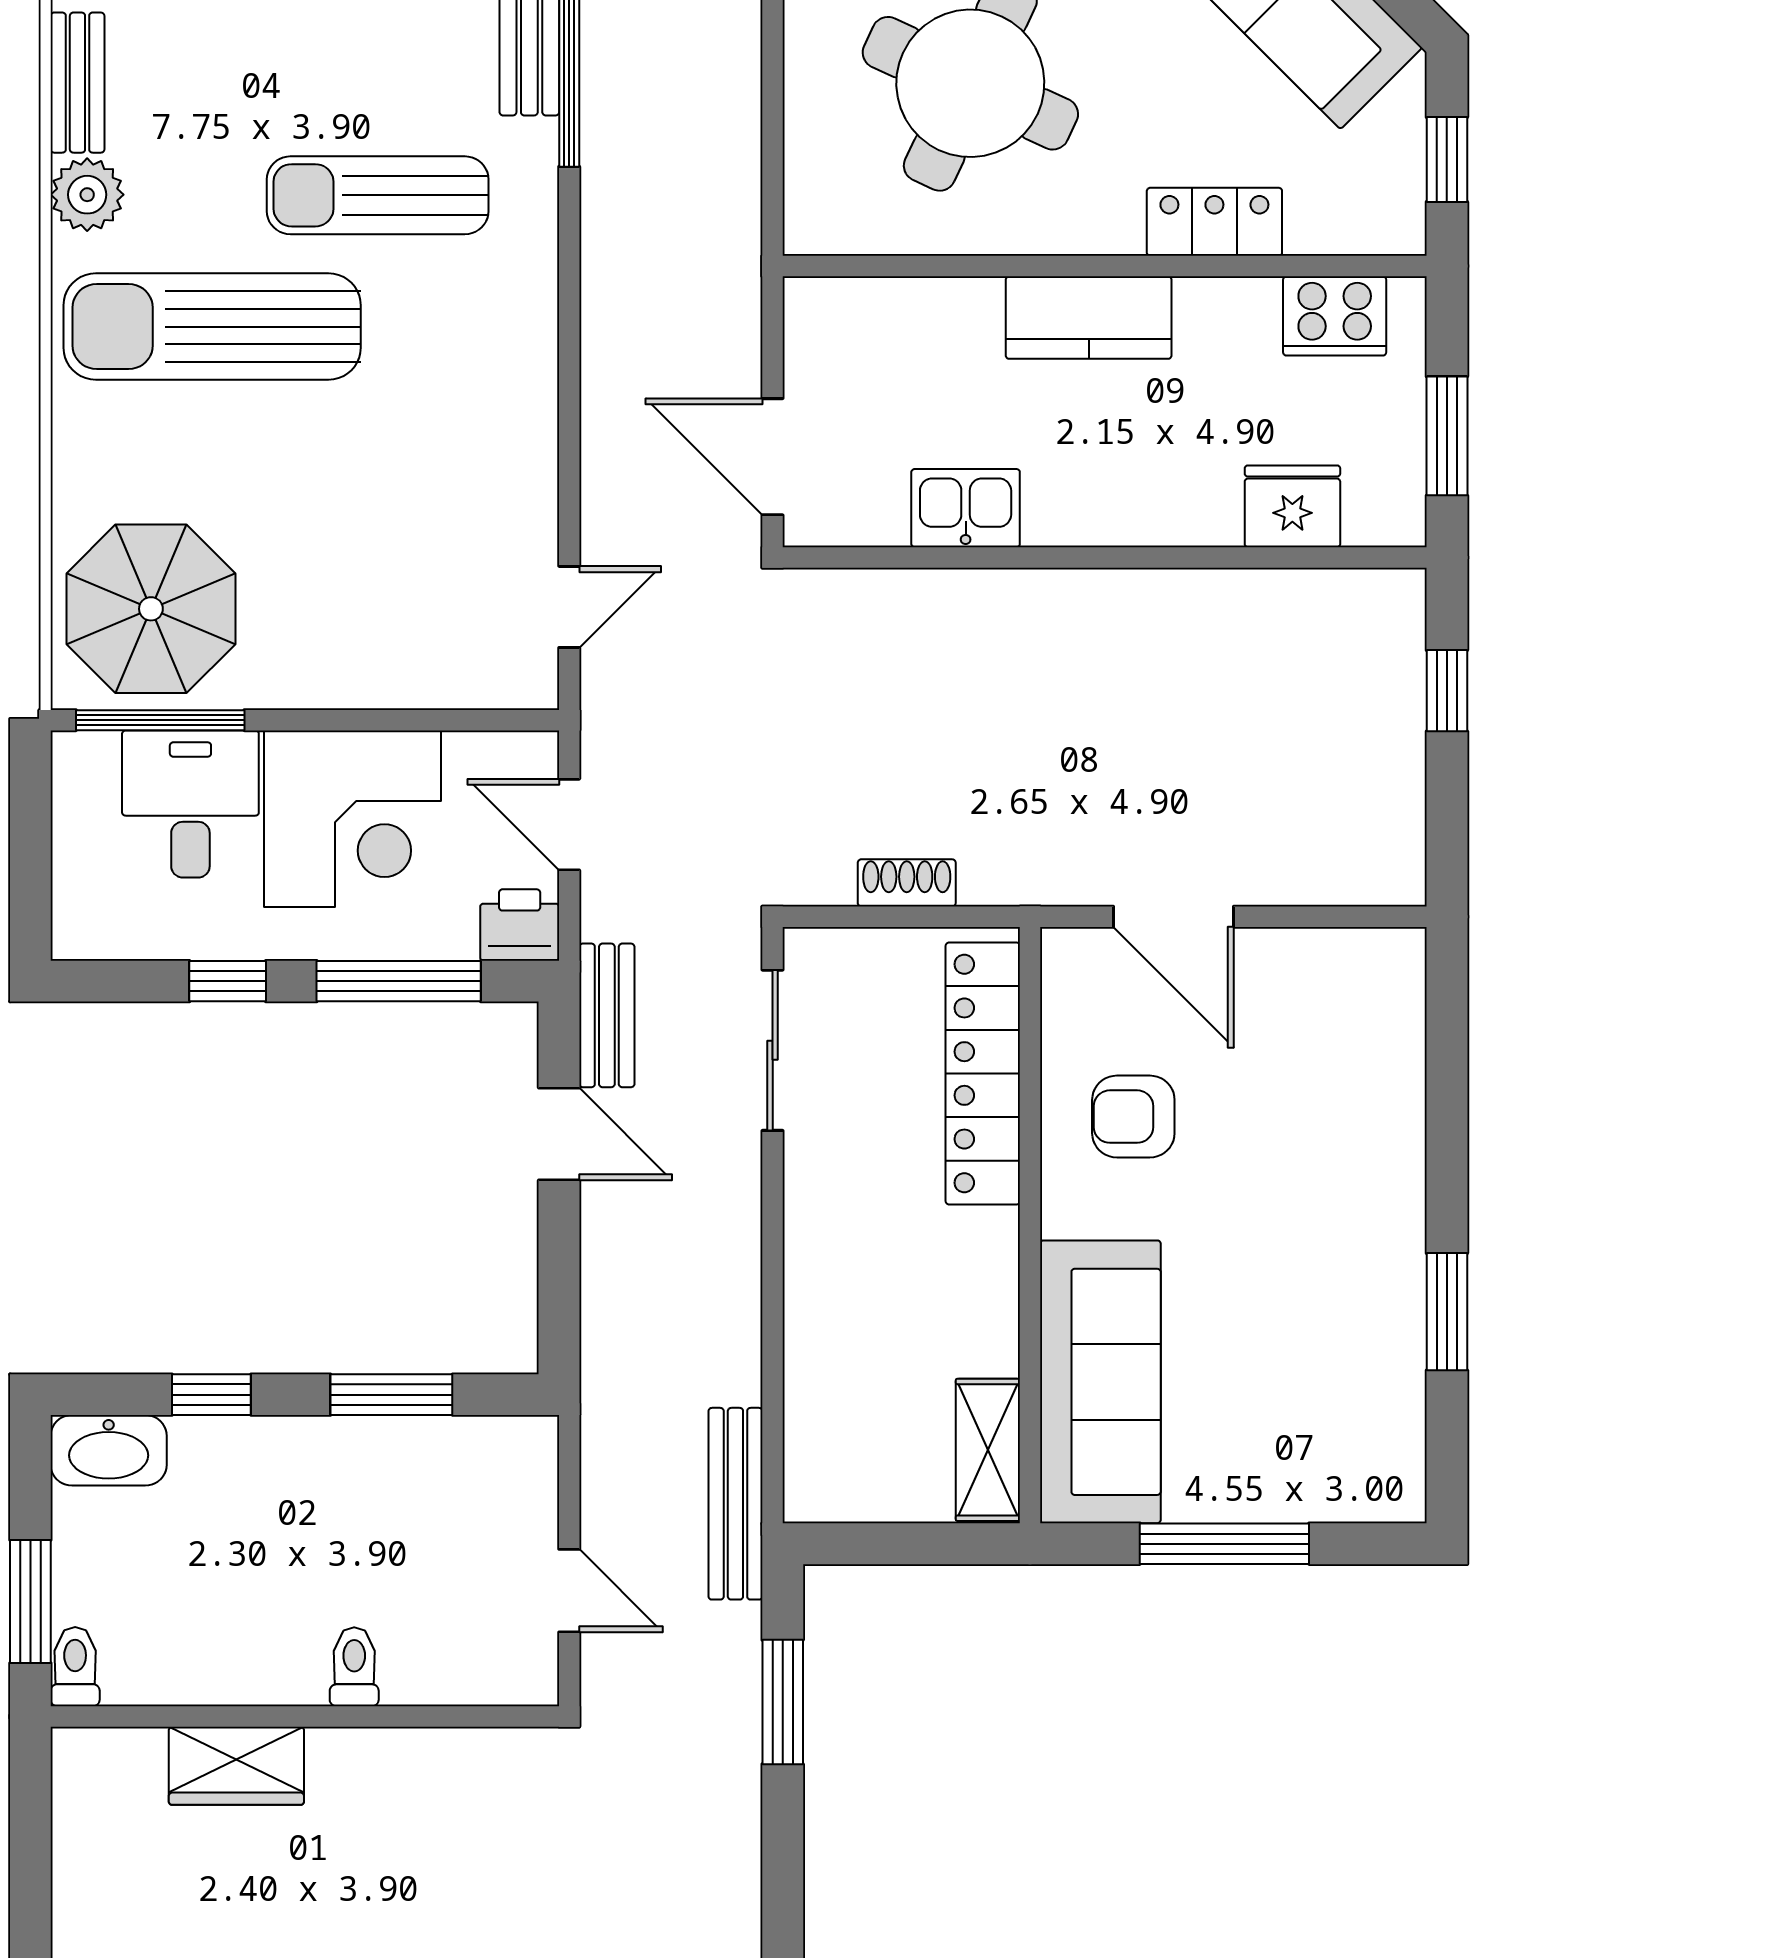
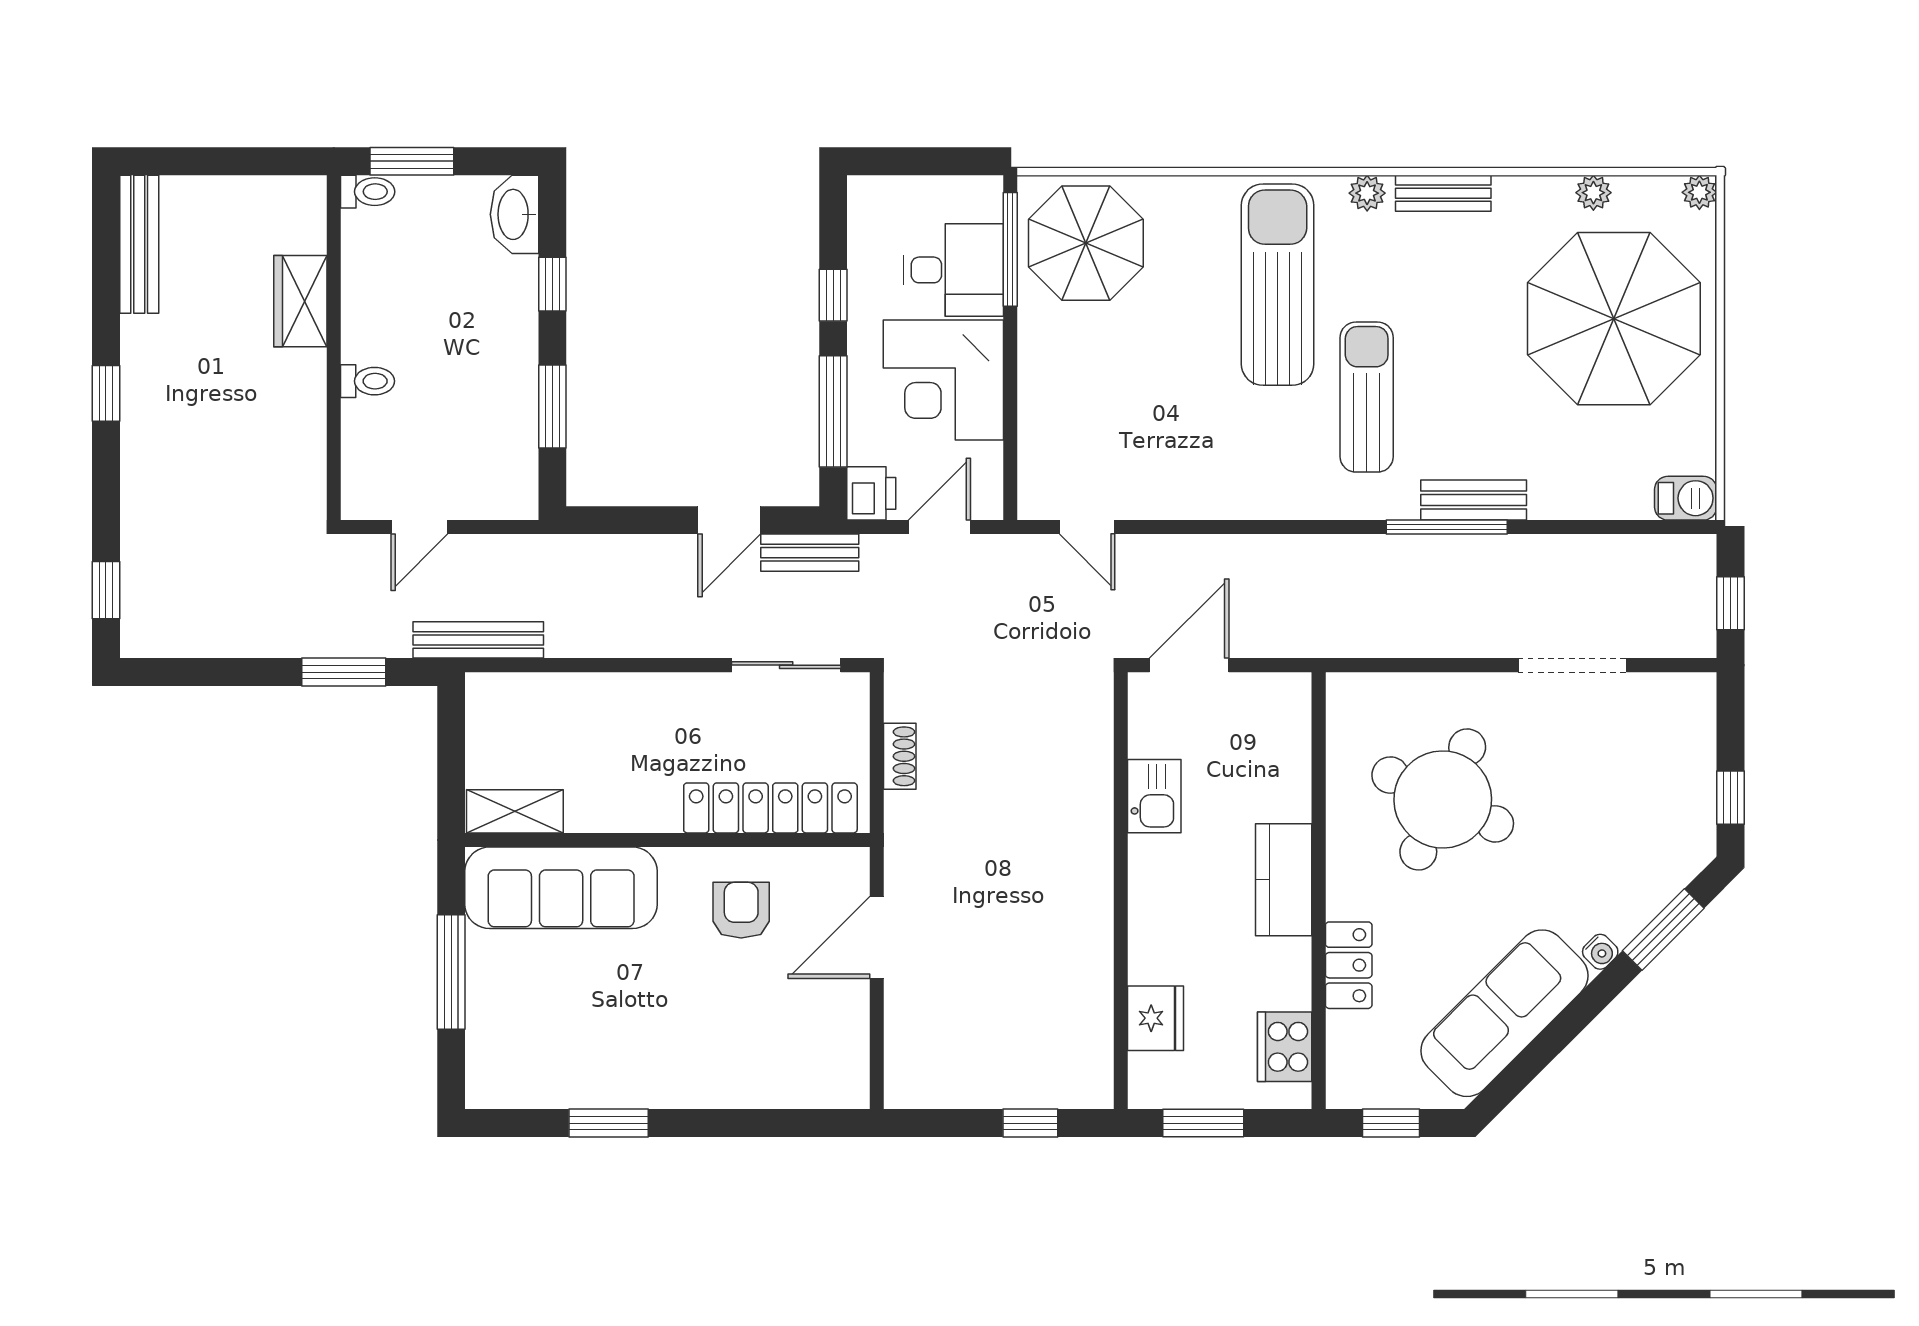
plant: (87, 195) -> (1367, 193), width x0.73, depth x0.73

